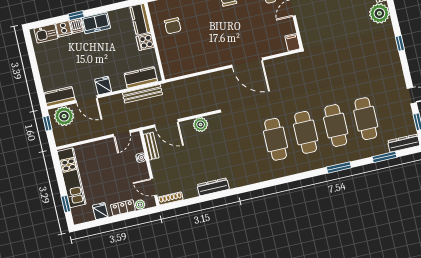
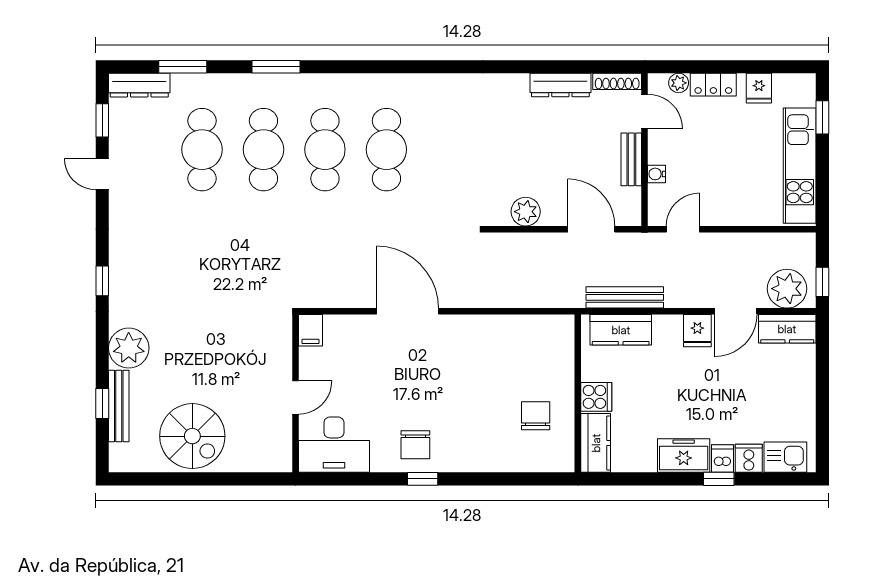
door: (87, 99) -> (736, 311), swing flipped
bench: (151, 146) -> (631, 159), moved
dresser: (213, 187) -> (560, 85), moved

